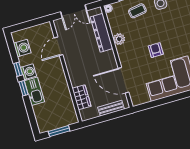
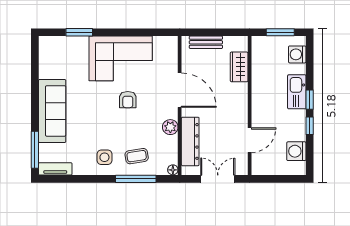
washing machine: (28, 72) -> (297, 54), moved
door: (124, 80) -> (180, 90), moved

